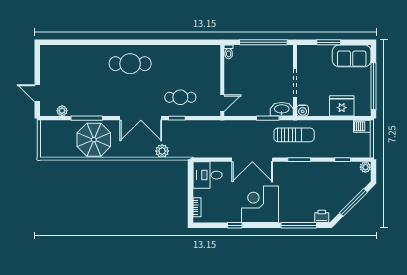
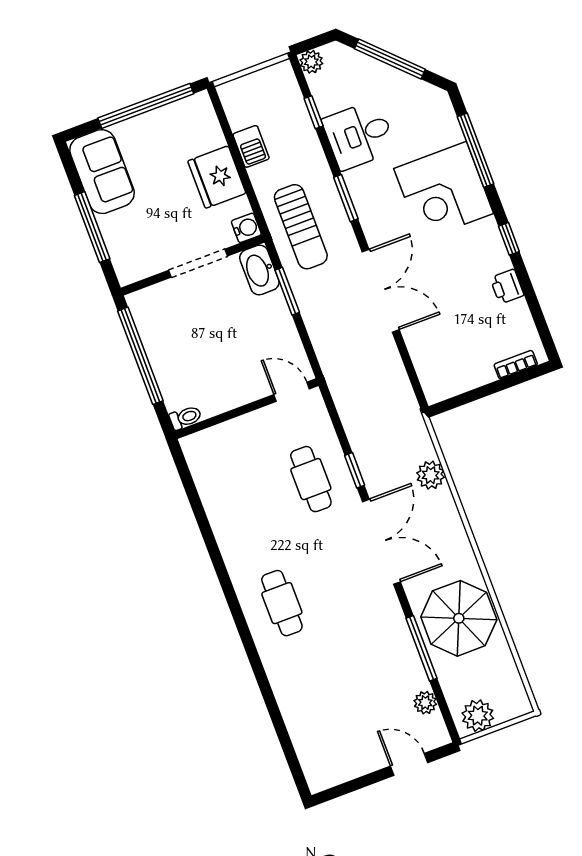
window: (329, 42) -> (92, 227), width x1.44
cafe table: (130, 64) -> (282, 603), width x0.73, depth x0.74
door: (37, 93) -> (409, 764), swing flipped
fridge: (342, 106) -> (217, 177), moved
barbecue: (362, 126) -> (251, 146), moved
plant: (47, 132) -> (478, 716), added
sun lounger: (294, 135) -> (301, 227), turned 180
desk: (208, 175) -> (359, 135), moved, turned 90
corner desk: (260, 204) -> (444, 191), moved
printer: (322, 216) -> (507, 287), moved
window: (235, 225) -> (509, 239), moved

